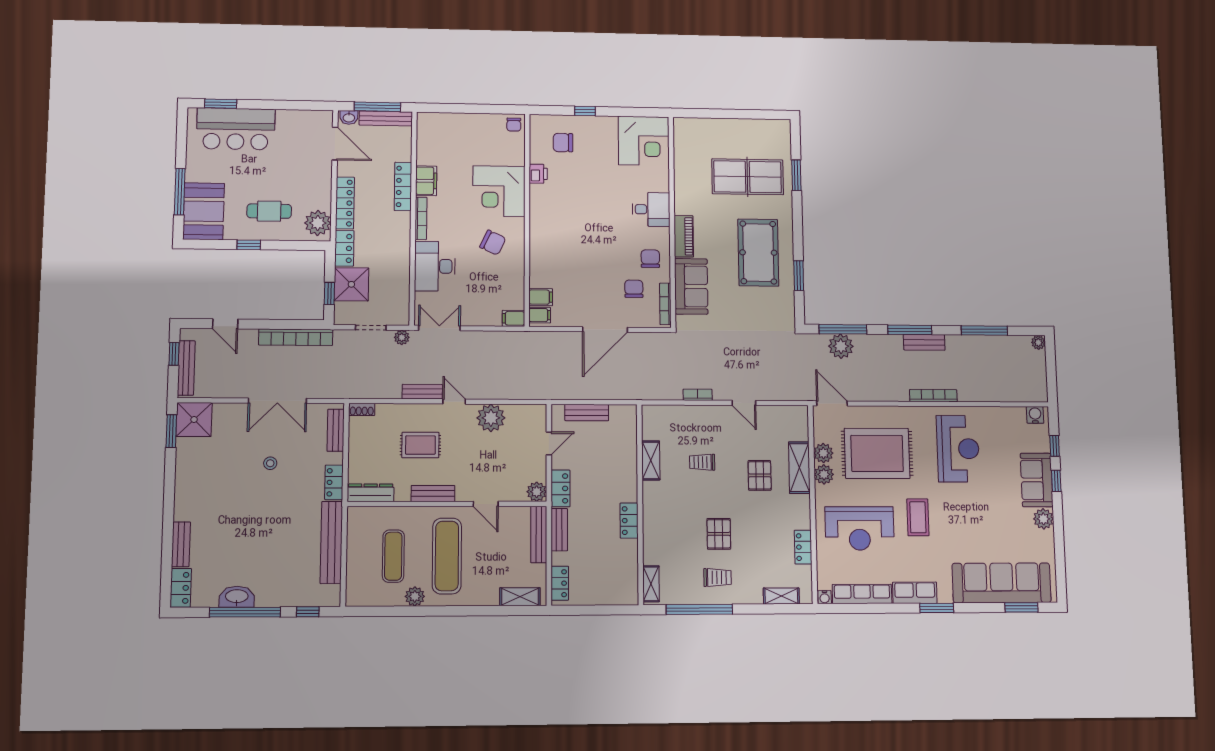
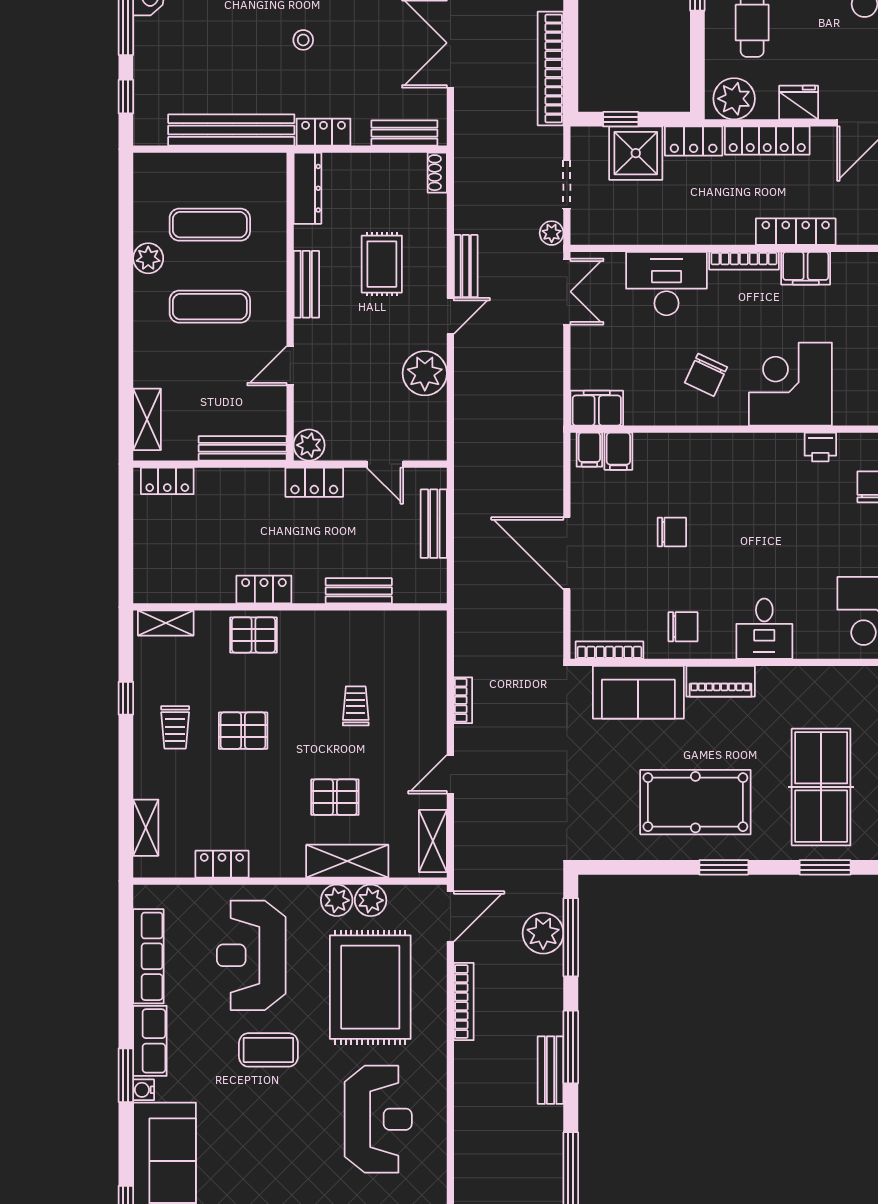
fridge: (321, 183) -> (799, 103), added
window: (799, 276) -> (724, 867), moved
chair: (634, 289) -> (672, 532), moved
filing cabinet: (513, 318) -> (597, 408), width x2.00
bookcase: (933, 396) -> (464, 1001), moved
reception desk: (958, 449) -> (378, 1119), turned -90
shelving: (651, 460) -> (433, 841), moved, turned 90
stool: (270, 463) -> (303, 40), moved
pallet: (658, 527) -> (253, 635), added
bench: (559, 530) -> (359, 591), moved
exercise mat: (447, 556) -> (210, 307), width x0.73, depth x0.69
water cooler: (825, 597) -> (144, 1090), moved
window: (699, 609) -> (126, 698), width x0.32

